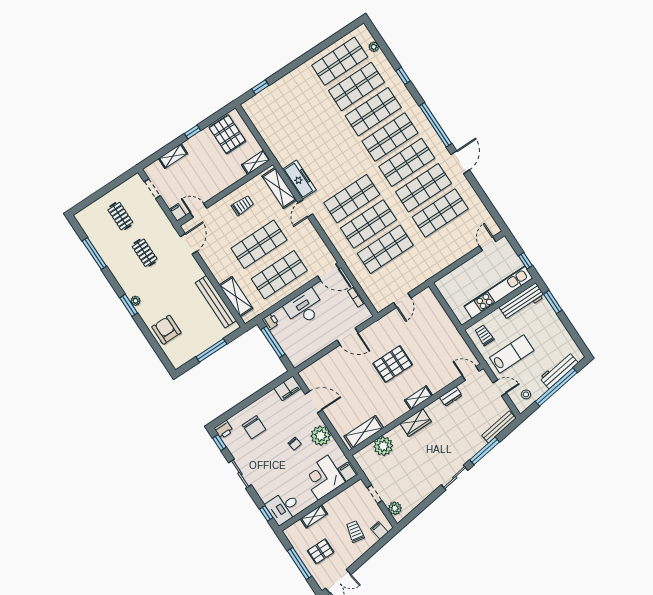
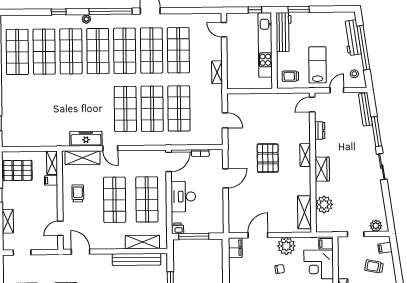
plant: (374, 47) -> (86, 19), moved
filing cabinet: (178, 212) -> (51, 180), moved
shelving: (443, 263) -> (217, 72), added

